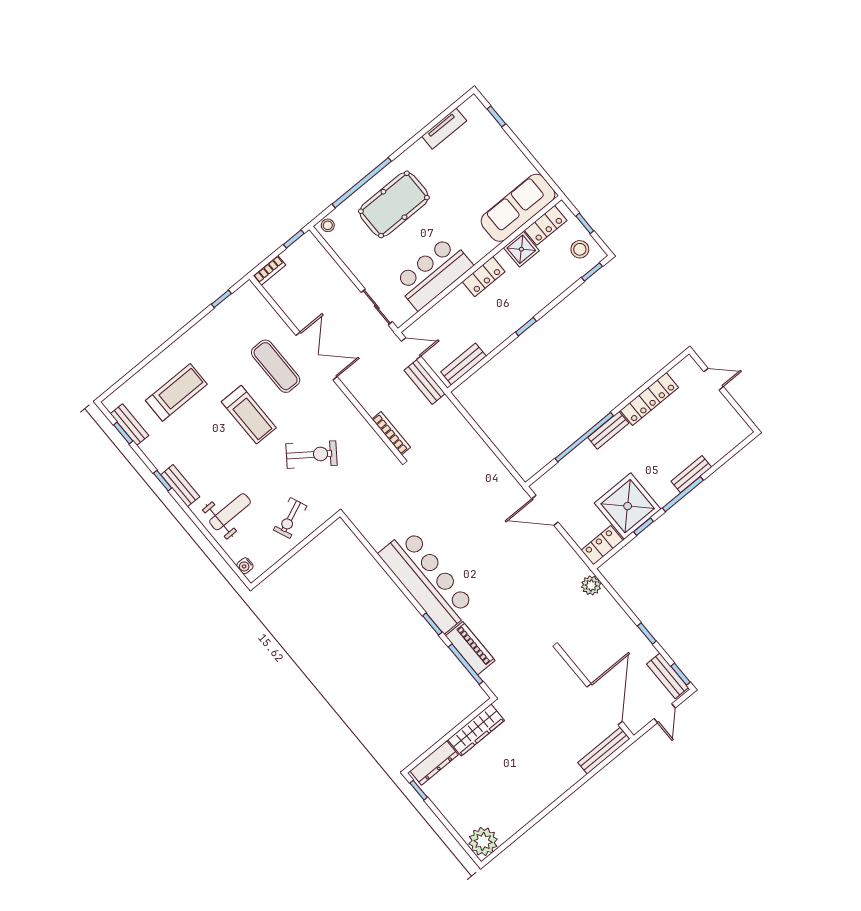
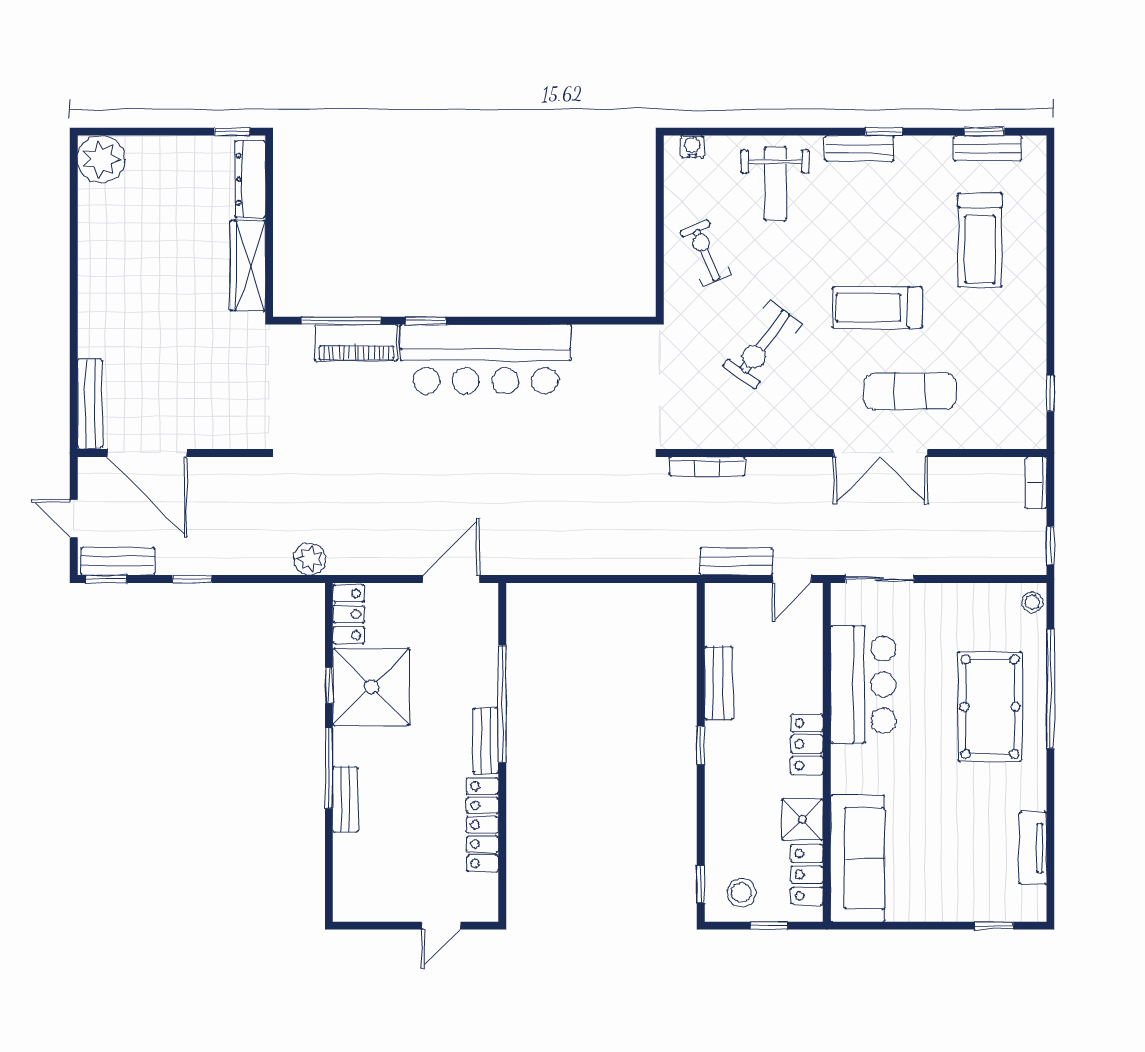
bench: (464, 364) -> (718, 683), moved

